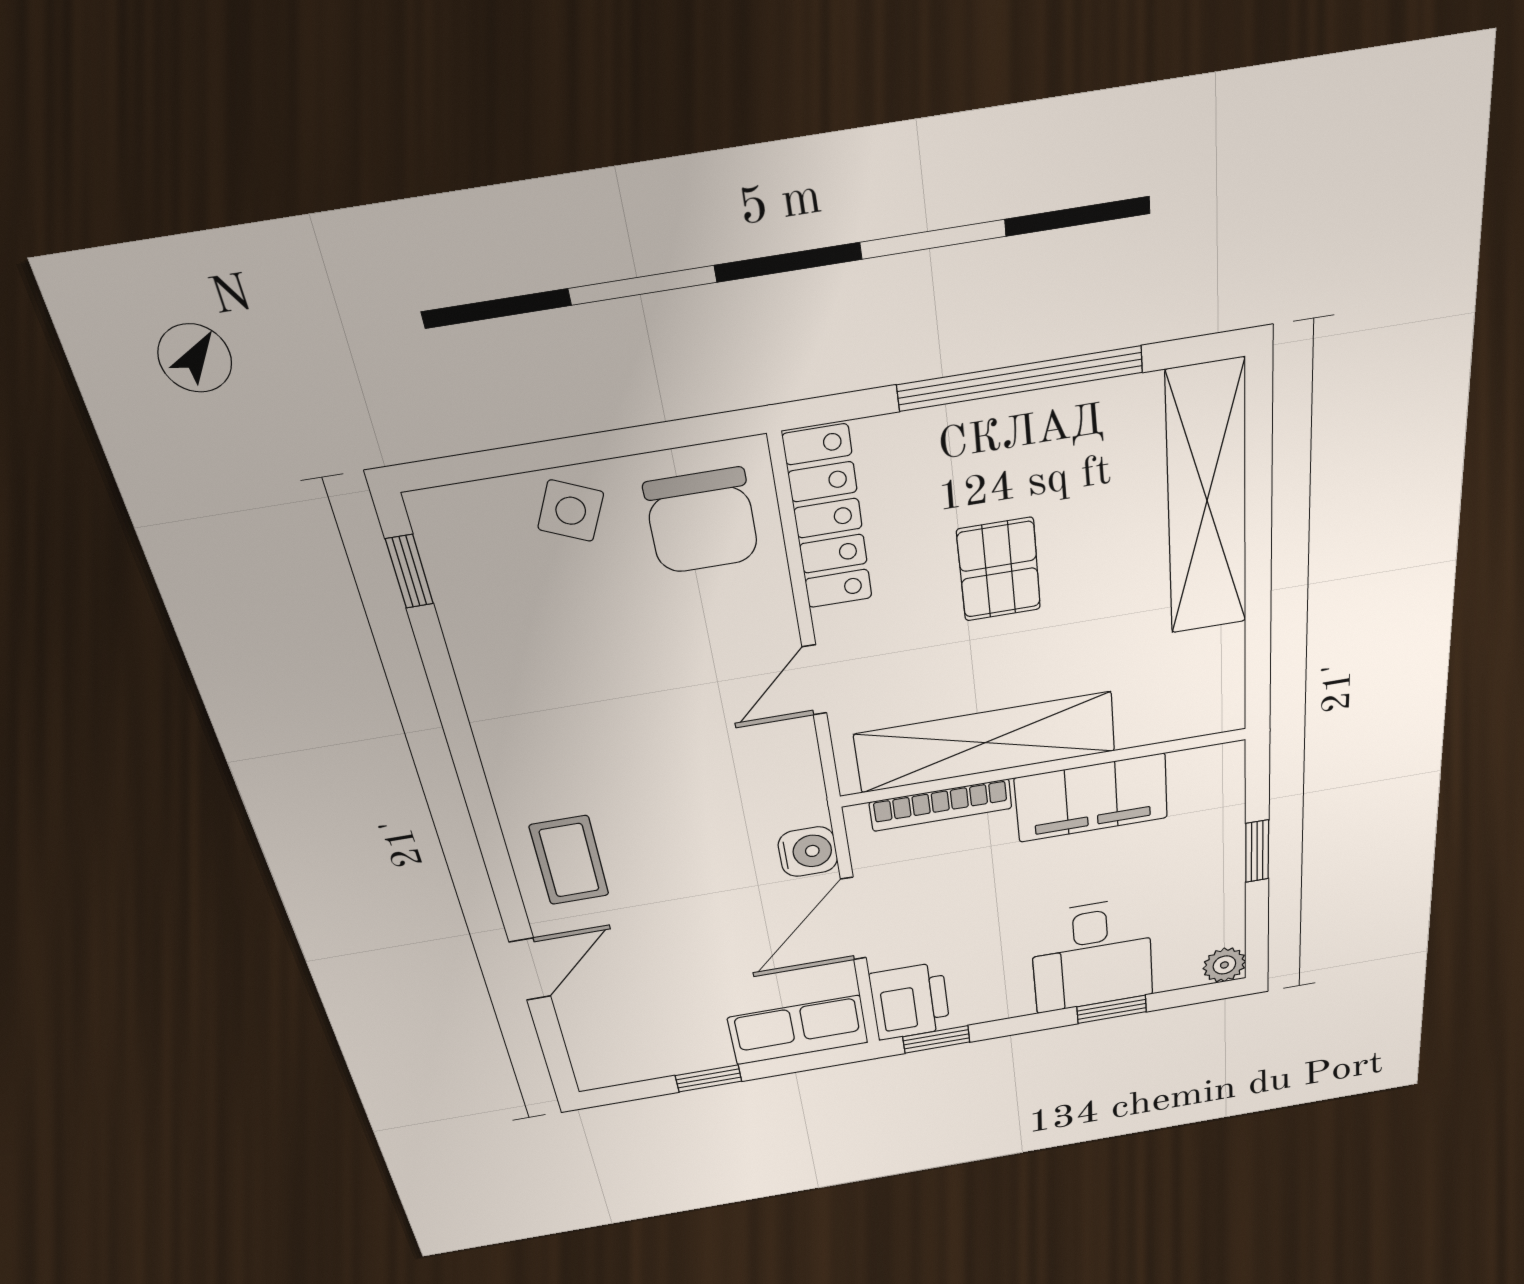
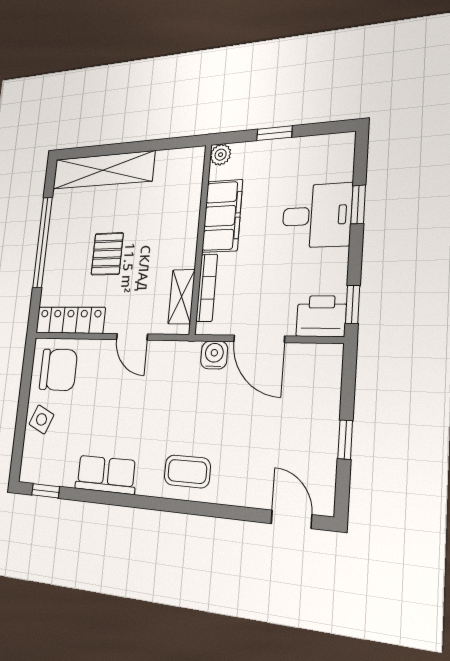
pallet: (999, 570) -> (107, 254), turned 90
shelving: (985, 743) -> (182, 297), width x0.45, depth x0.75
plant: (1224, 965) -> (221, 155), moved
door: (530, 969) -> (291, 519), moved
row of seats: (798, 1030) -> (106, 475), moved, turned 90

